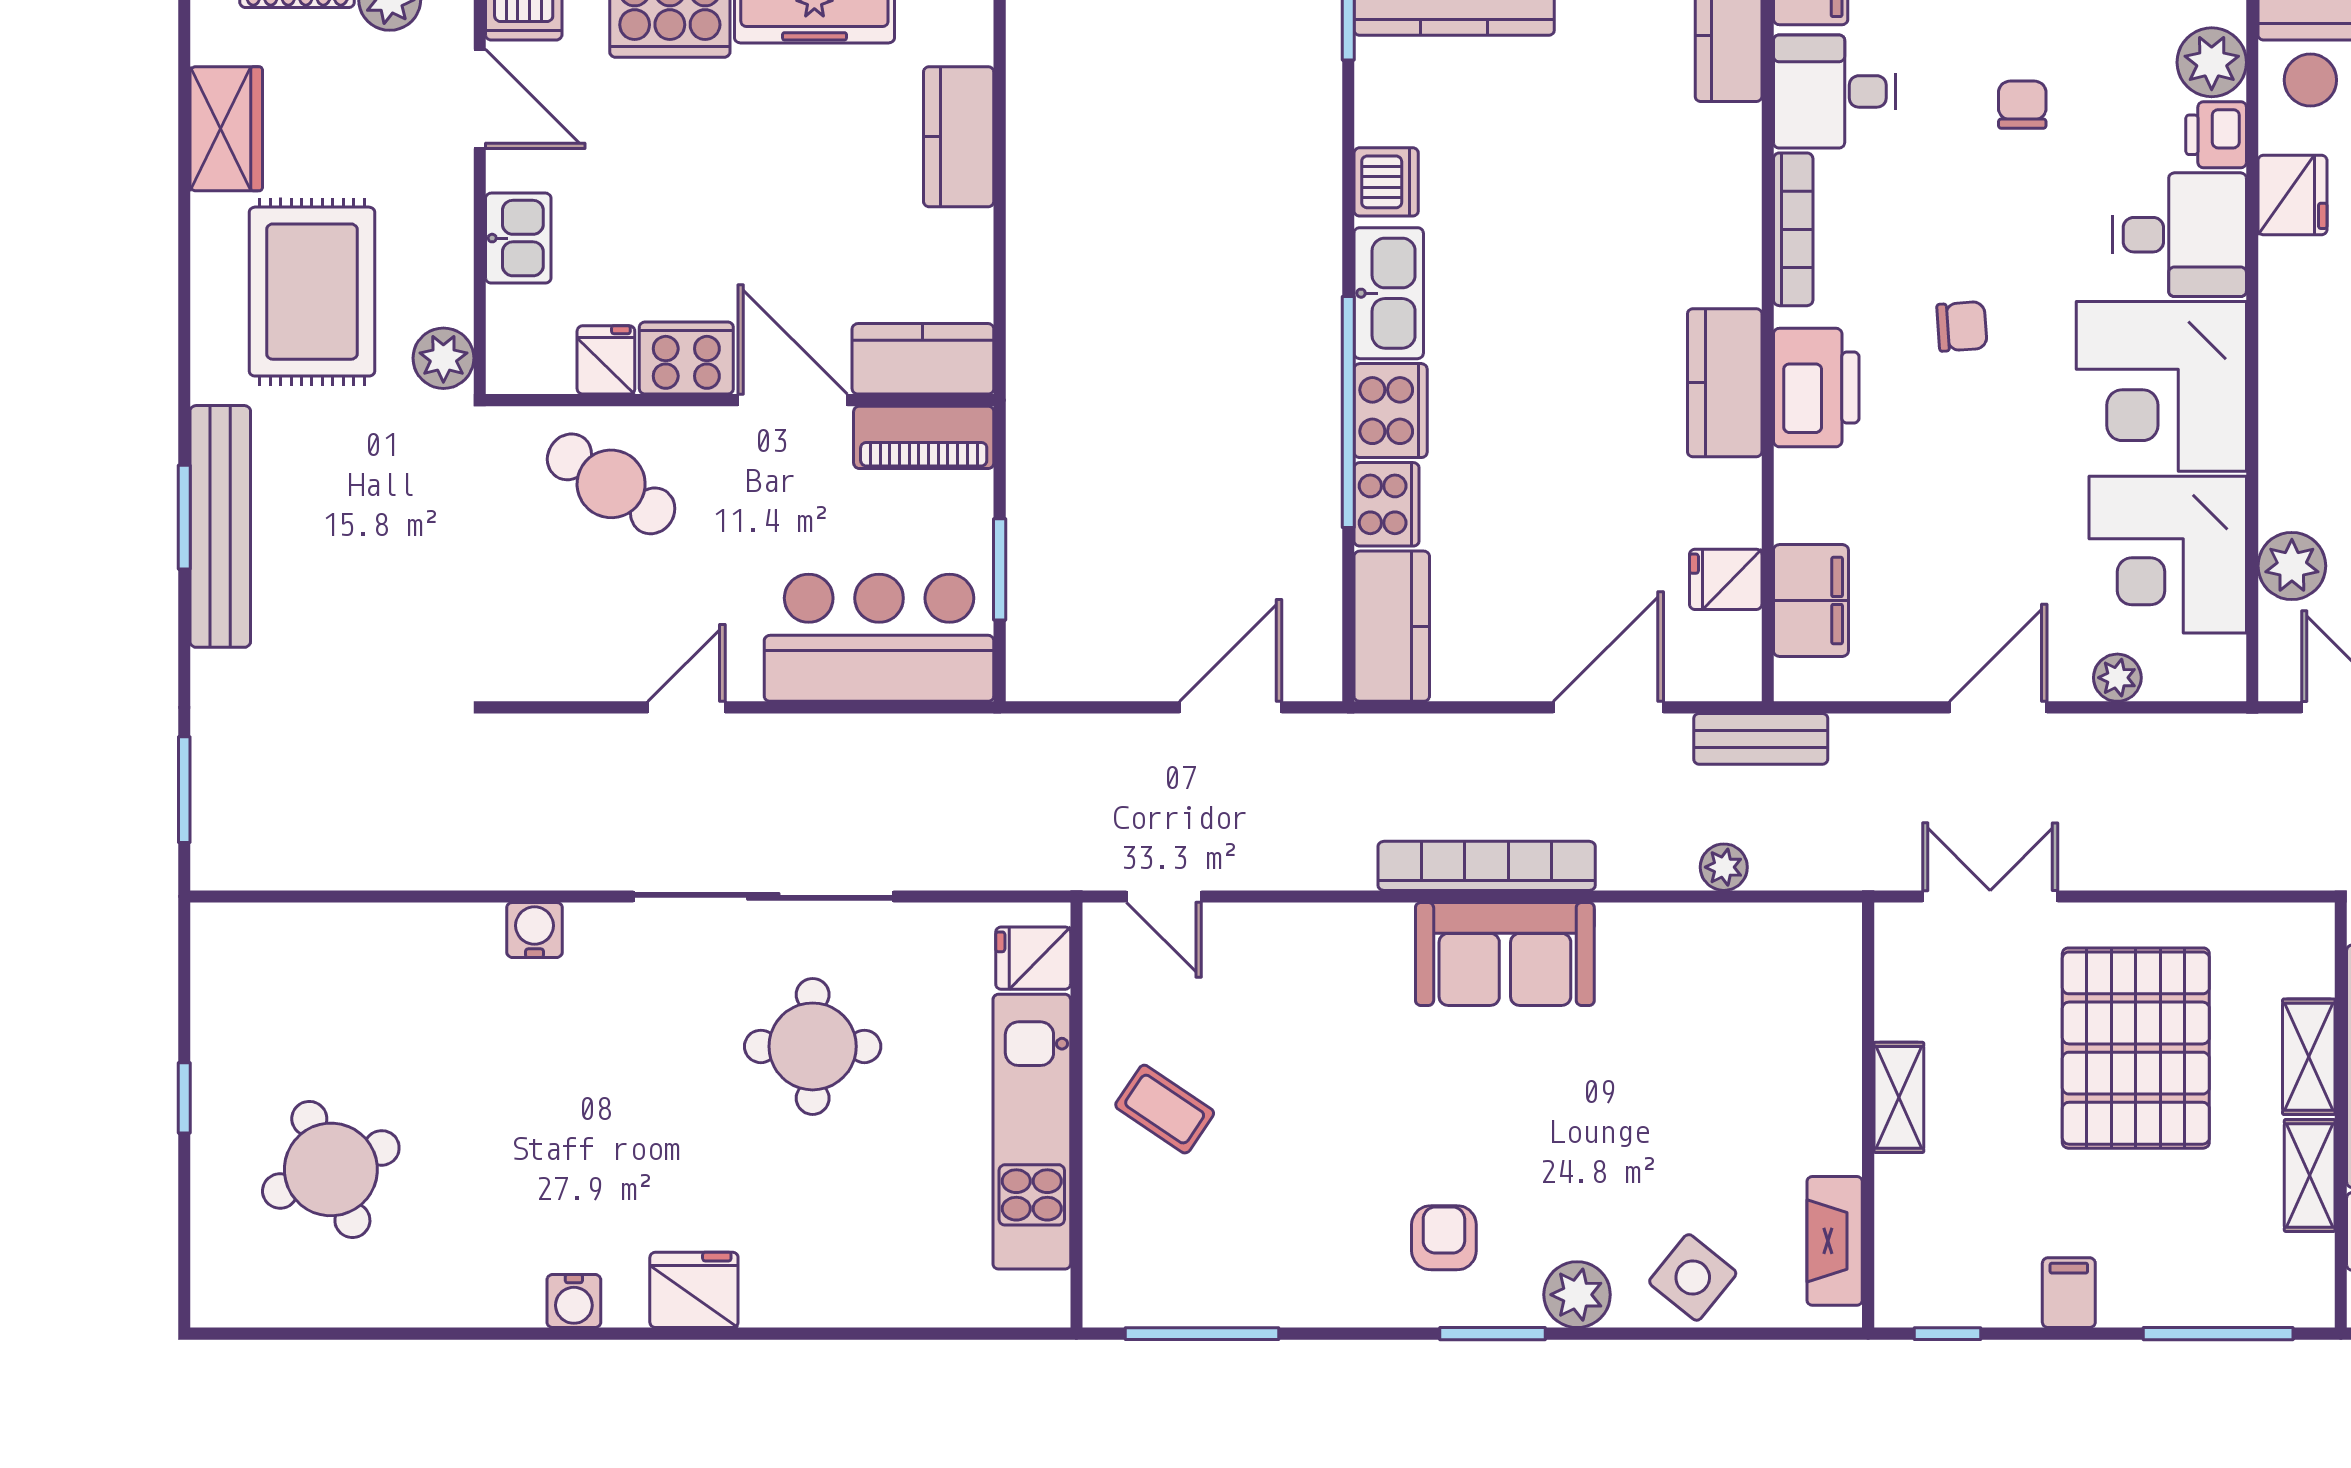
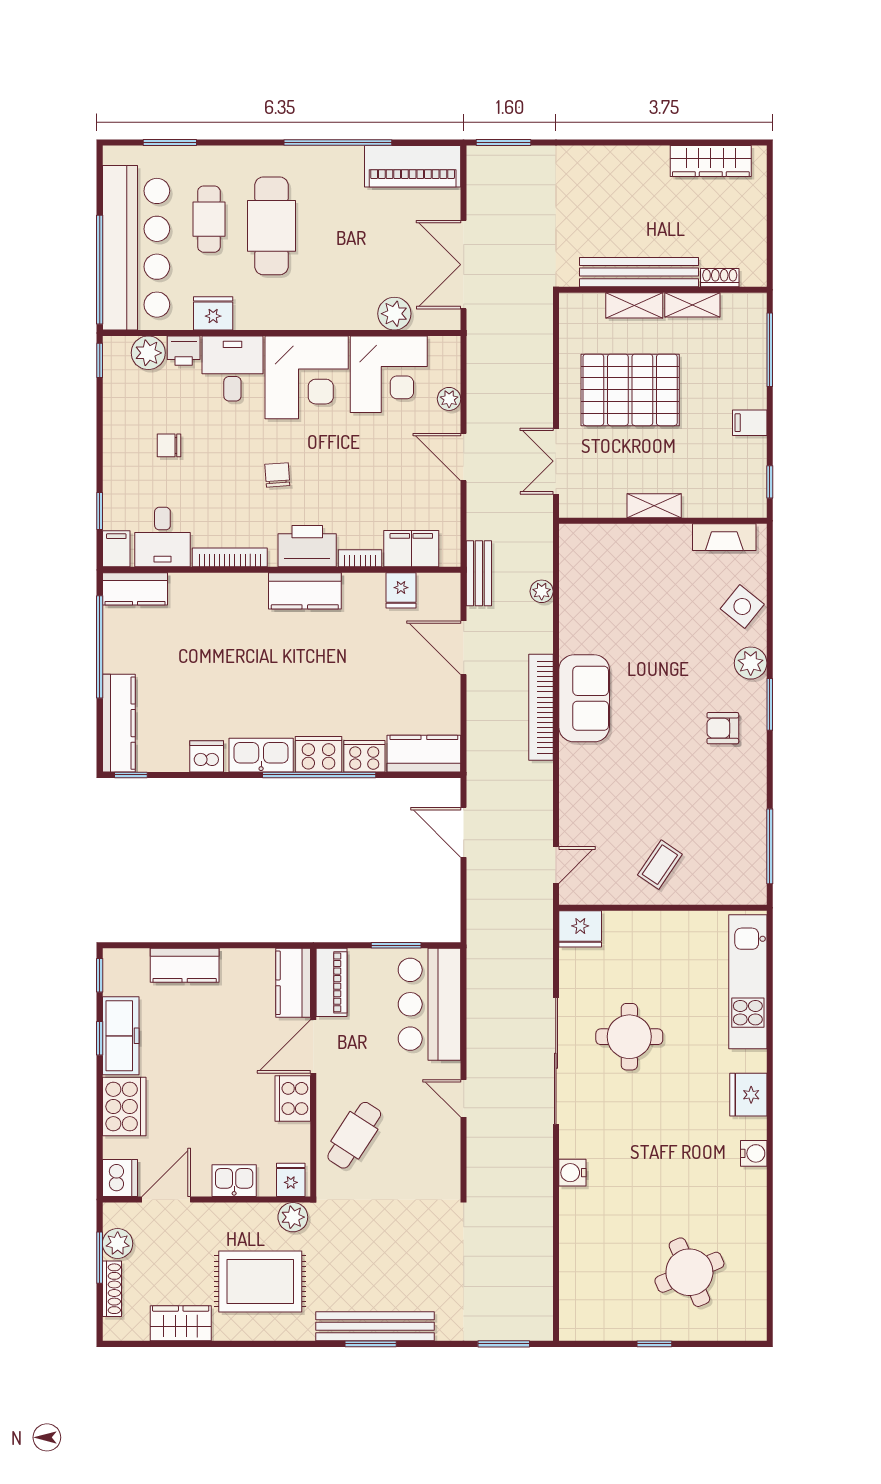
fridge: (606, 360) -> (291, 1180), moved, turned 90
bookcase: (1791, 496) -> (360, 558), added
fridge: (1033, 958) -> (580, 929), width x1.38
kitchen unit: (1032, 1132) -> (748, 982), moved, turned 90

